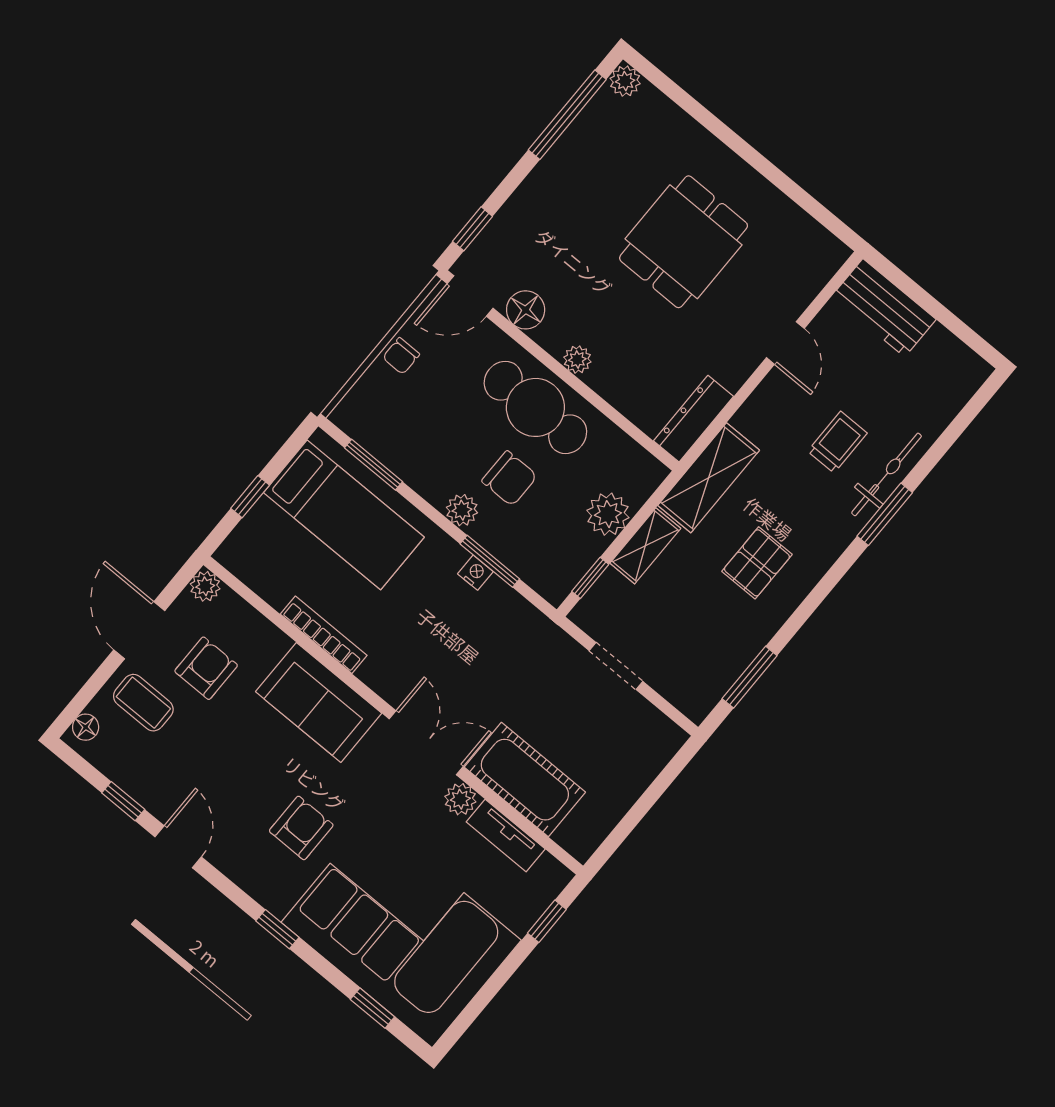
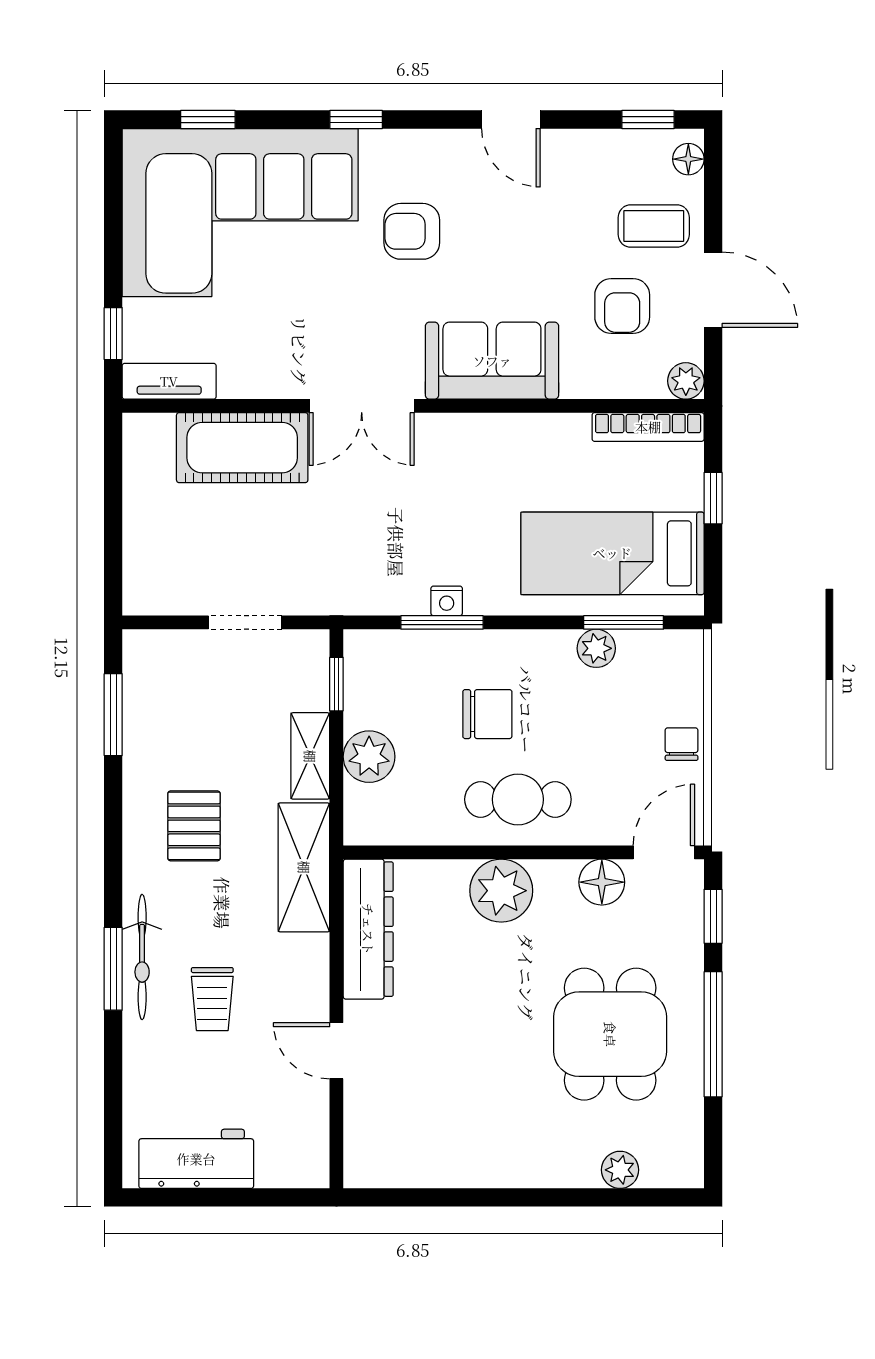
plant: (625, 81) -> (620, 1170), moved
window: (567, 115) -> (713, 1034), moved
dining table: (684, 242) -> (610, 1034), moved
workbench: (884, 308) -> (196, 1159), moved
plant: (577, 360) -> (501, 891), width x1.87, depth x1.87
cafe table: (535, 407) -> (518, 799), width x0.73, depth x0.74
dresser: (693, 419) -> (368, 929), width x1.37, depth x1.24
bicycle: (887, 474) -> (142, 957), moved
chair: (510, 478) -> (487, 714), turned 180
plant: (462, 510) -> (596, 648), moved
bookcase: (324, 635) -> (648, 427), moved
plant: (460, 799) -> (287, 380), removed
window: (123, 801) -> (648, 120), moved
armchair: (301, 828) -> (412, 231), turned 90
tv unit: (506, 835) -> (169, 381), moved

